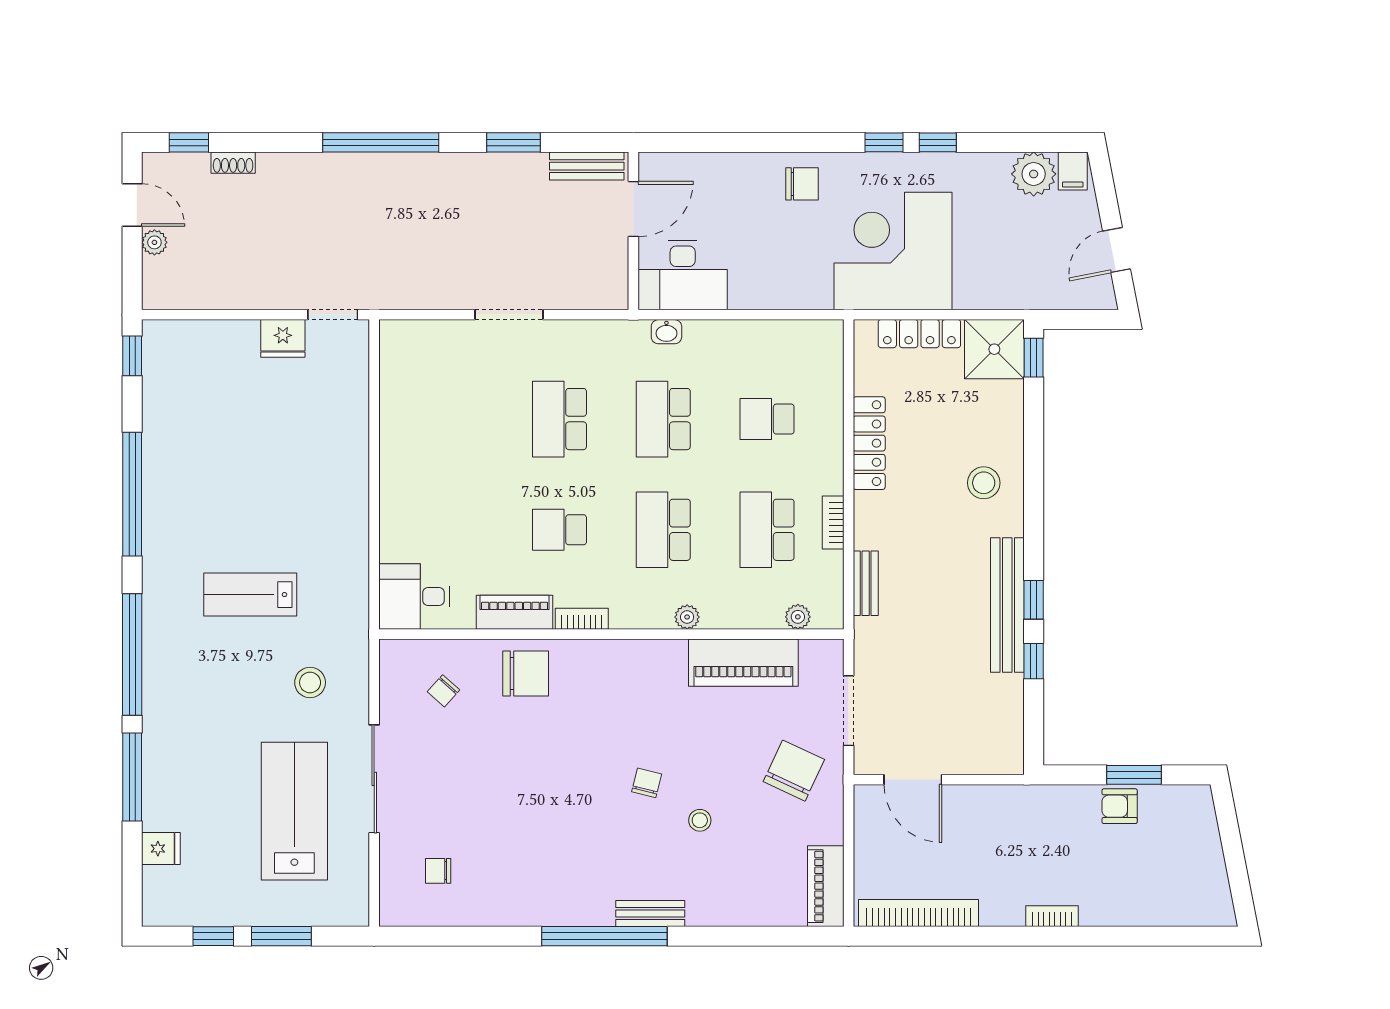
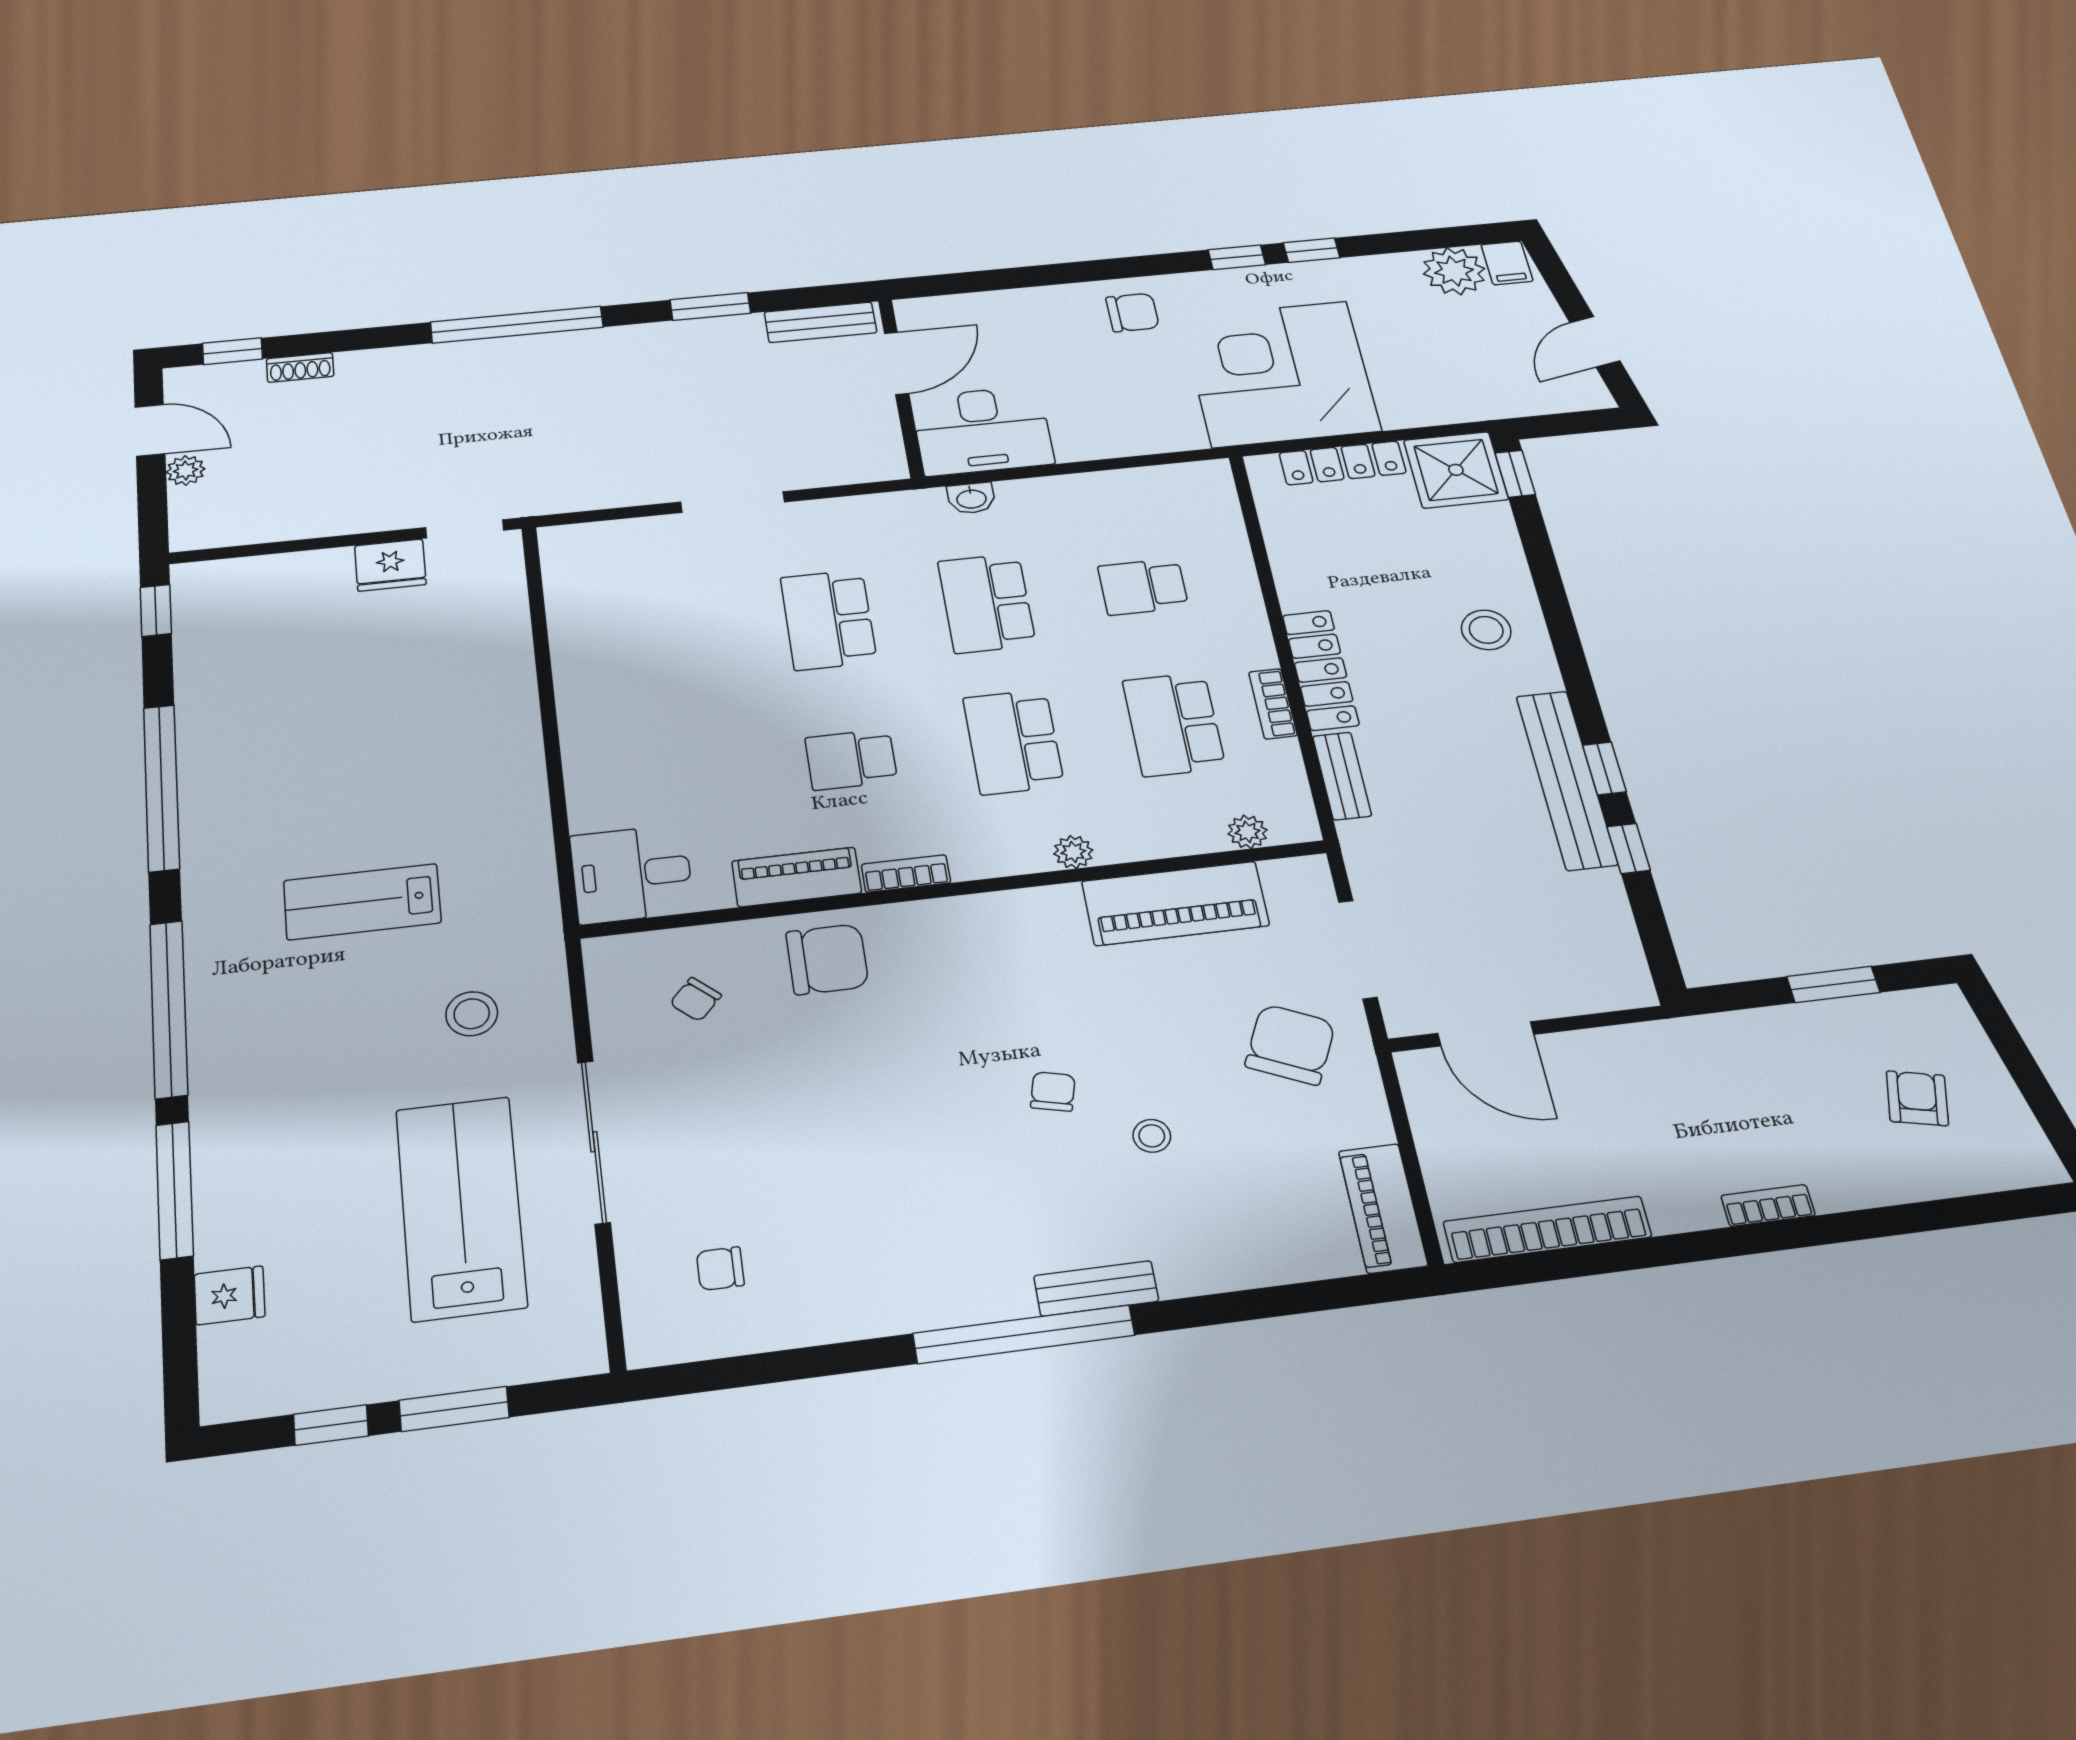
locker: (869, 443) -> (1321, 670), moved
armchair: (1120, 806) -> (1917, 1098), moved, turned 103

